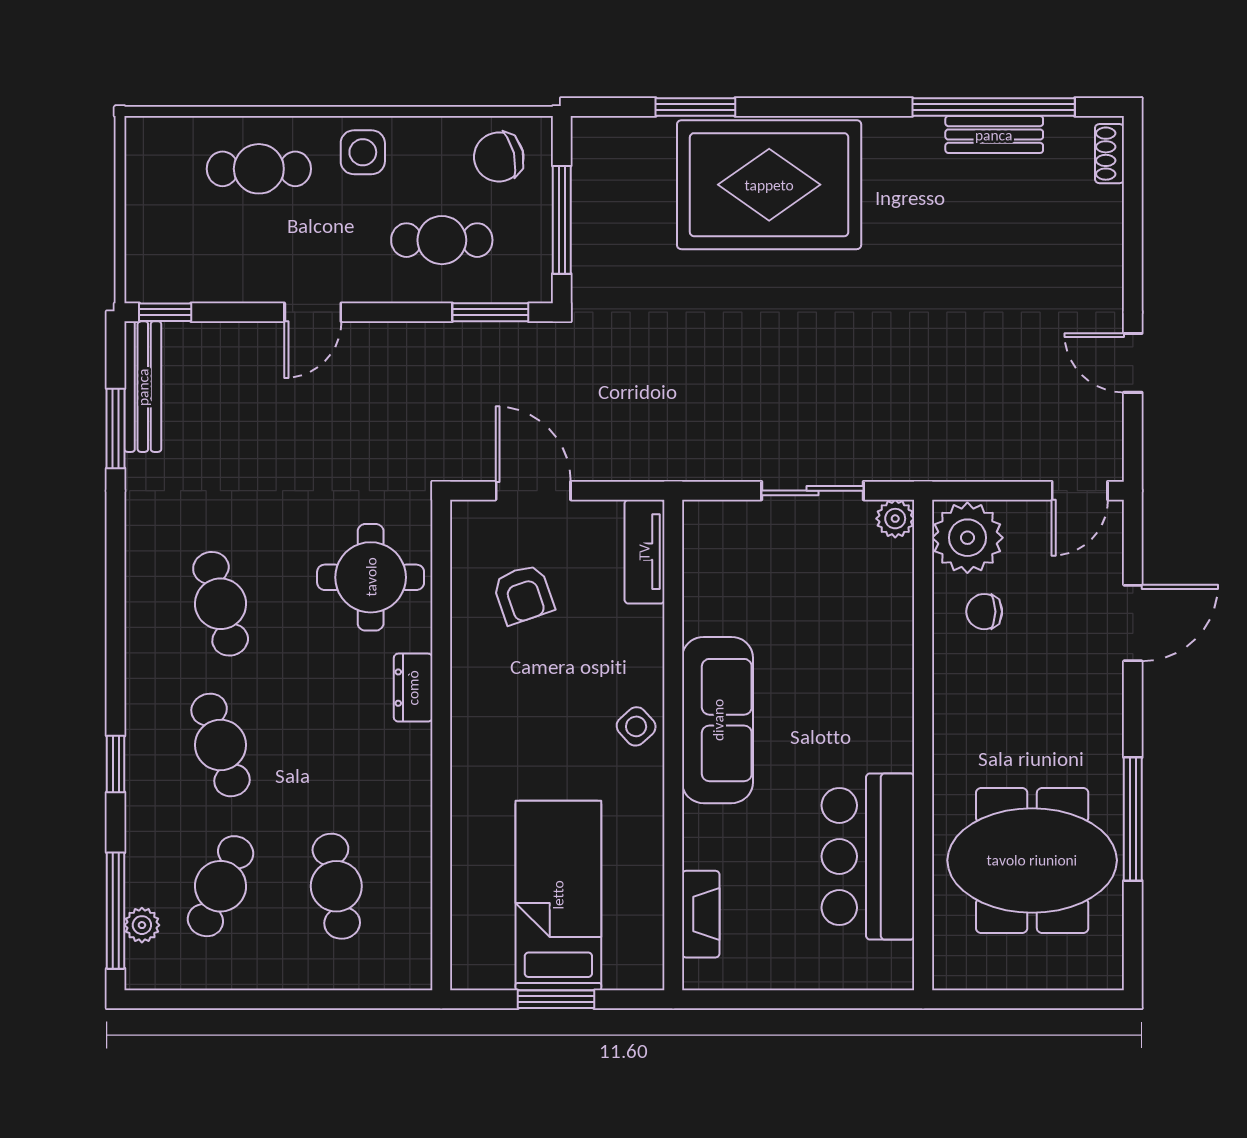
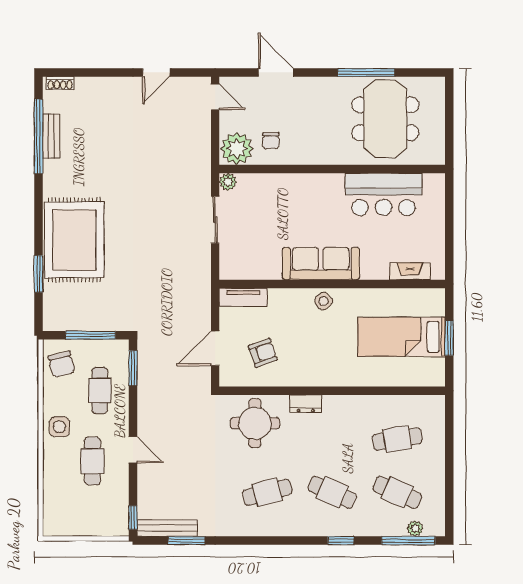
cafe table: (259, 169) -> (92, 461), moved
cafe table: (221, 745) -> (332, 492), turned 42

